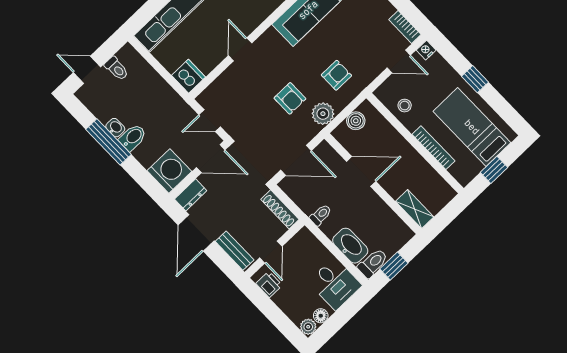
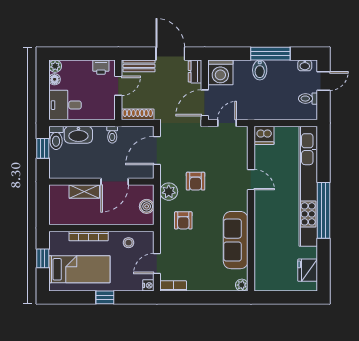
armchair: (290, 98) -> (196, 181), turned -90
washbasin: (115, 128) -> (305, 65), moved
shelving: (415, 209) -> (84, 192), moved
door: (271, 252) -> (118, 86), swing flipped

